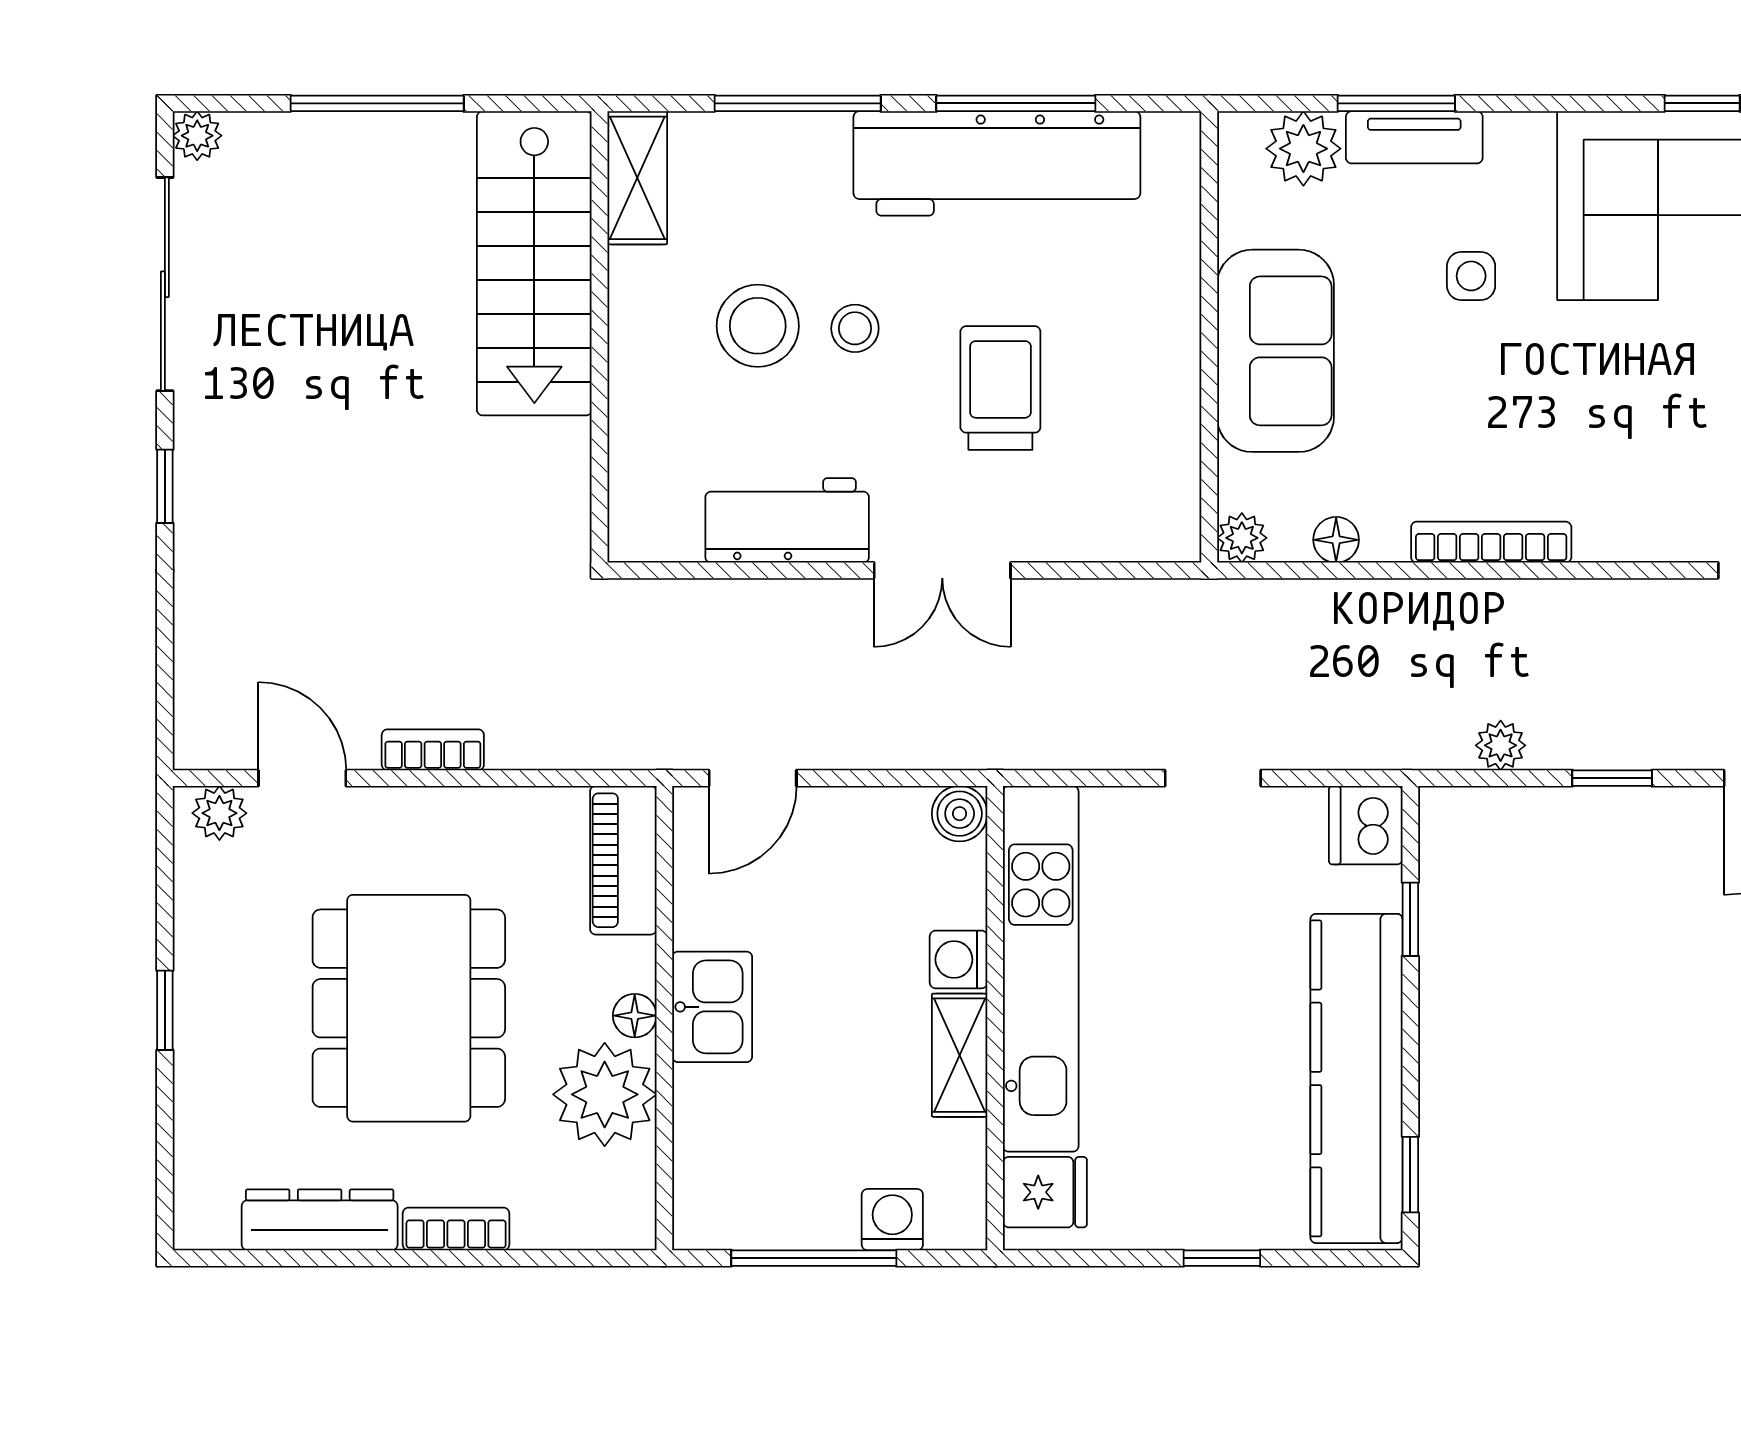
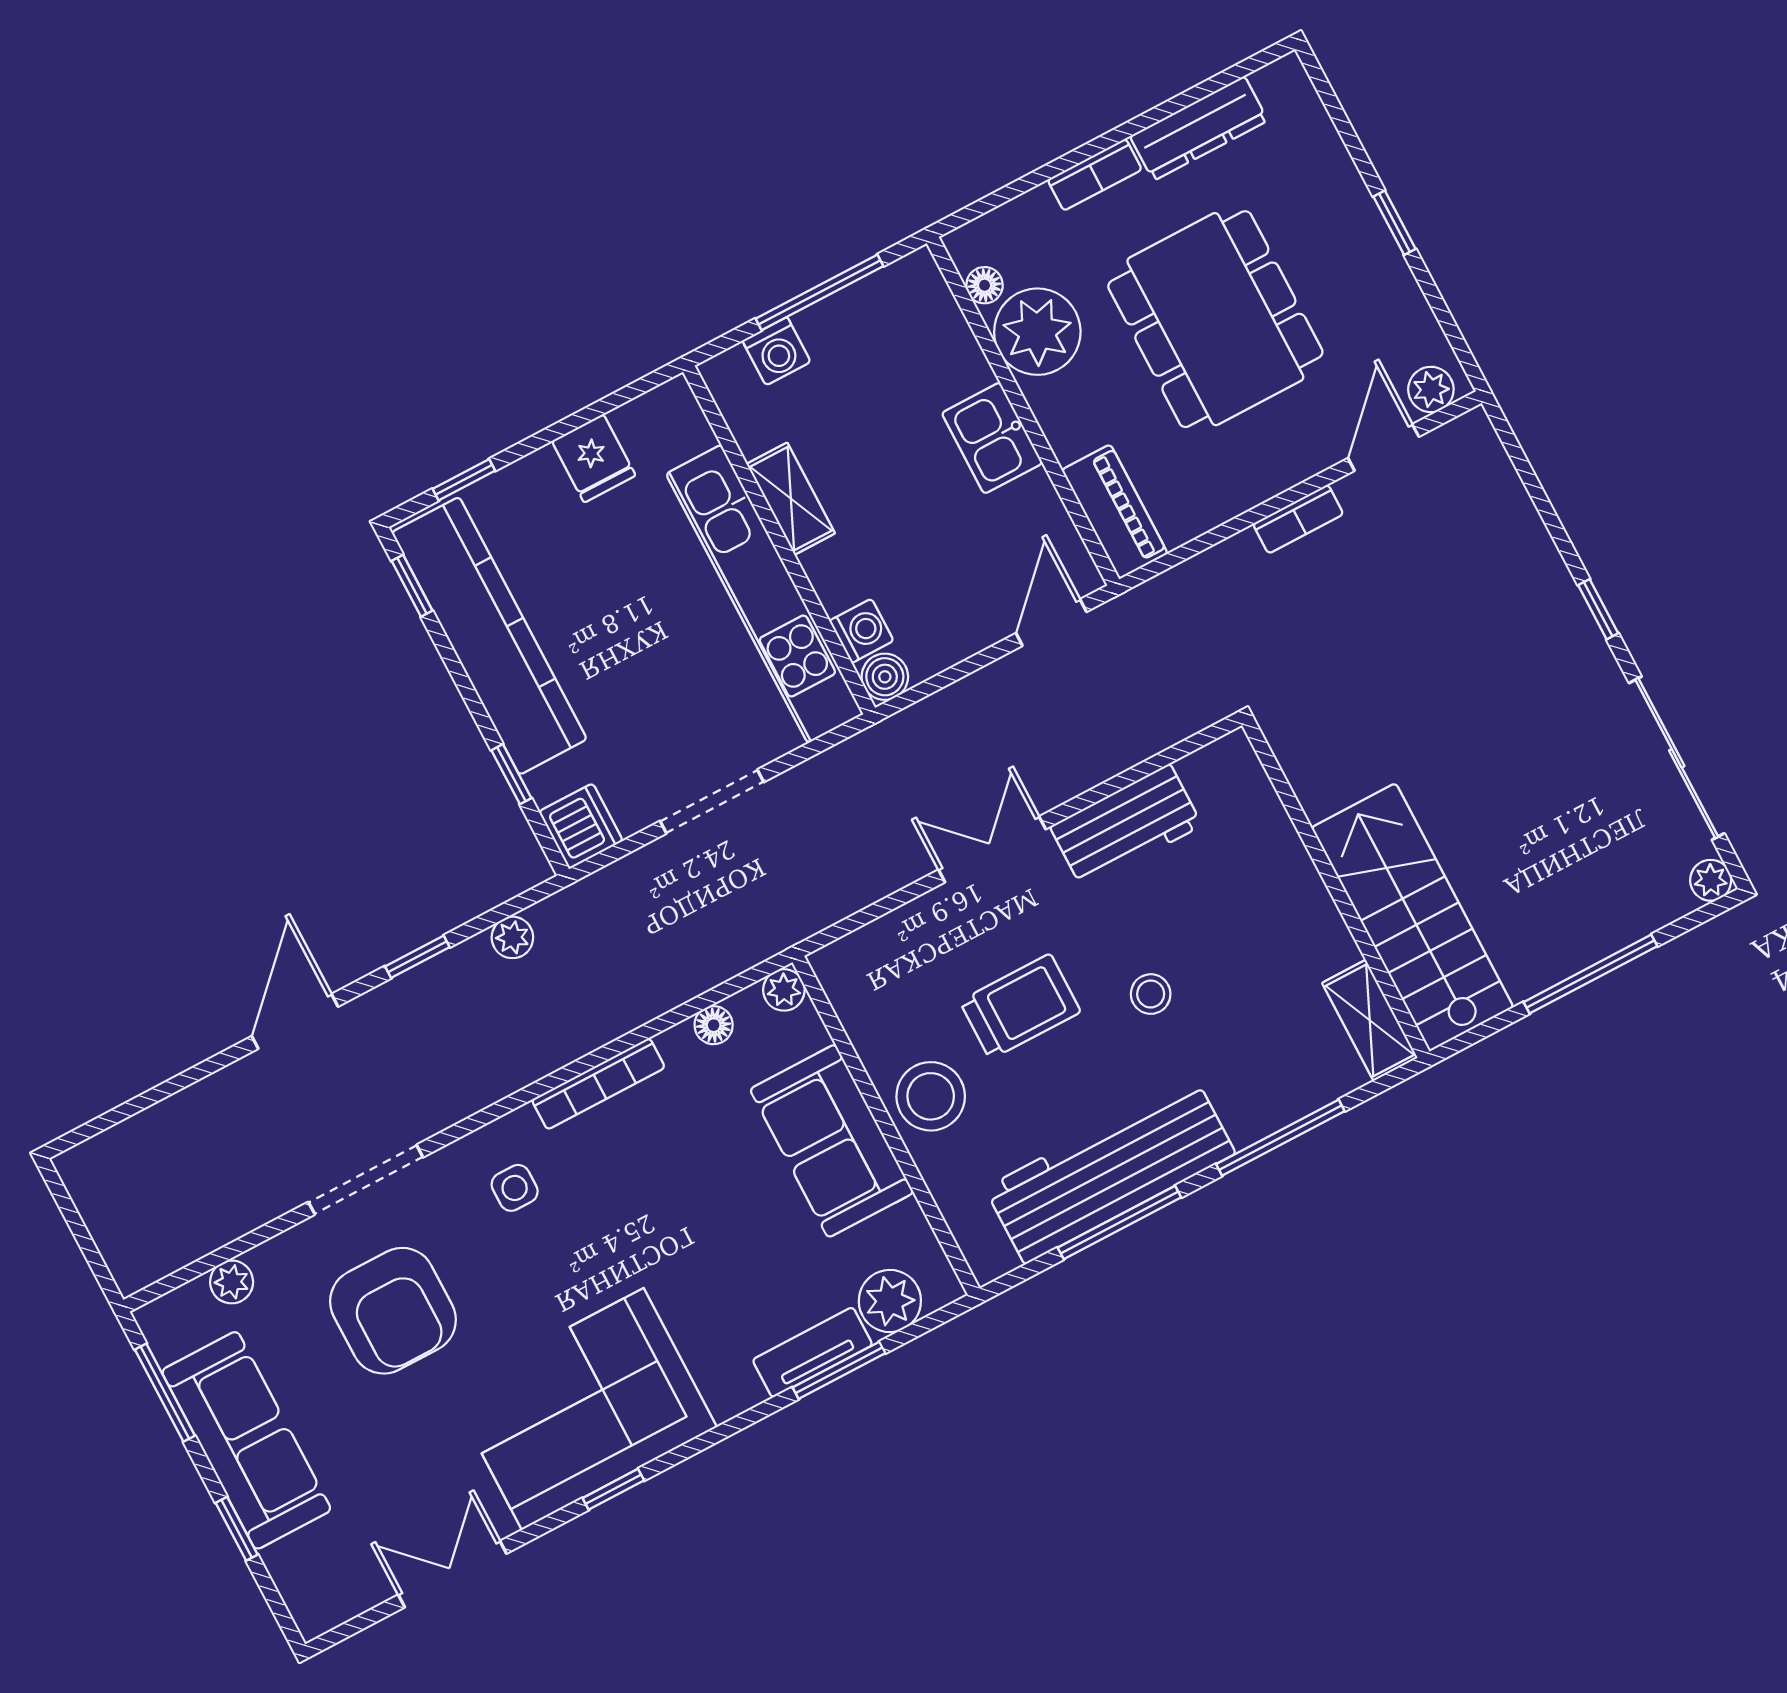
side table: (1471, 276) -> (515, 1188), moved
stool: (758, 326) -> (931, 1096), moved
trolley: (1000, 388) -> (1020, 1007), turned -90
door: (302, 778) -> (1383, 447), swing flipped
doorway: (1213, 778) -> (712, 802), width x1.38
washing machine: (959, 959) -> (862, 631), moved
floor lamp: (635, 1016) -> (985, 285), moved
fridge: (1045, 1192) -> (594, 458), moved, turned -90
window: (1222, 1258) -> (464, 480), moved

